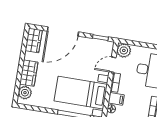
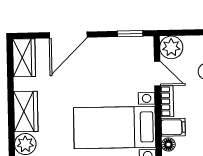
door: (63, 31) -> (68, 35), width x0.73
door: (112, 65) -> (157, 73), swing flipped

